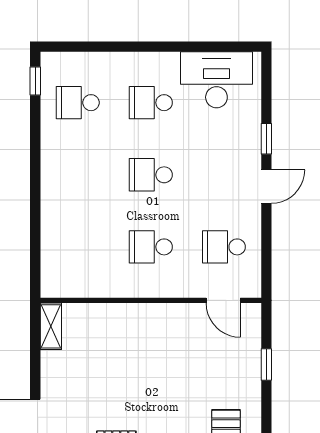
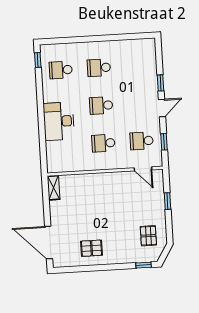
desk: (216, 80) -> (59, 121), moved, turned -90
window: (266, 251) -> (164, 142), added

